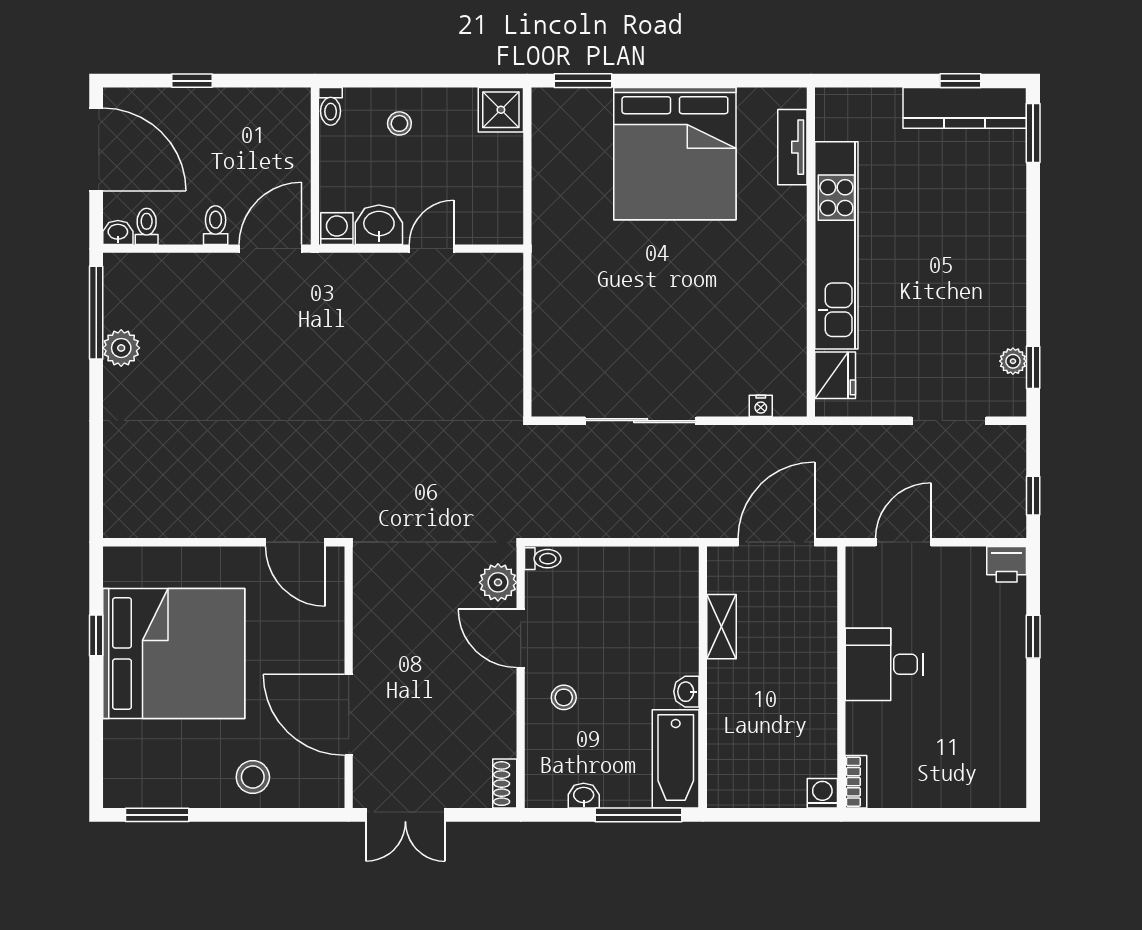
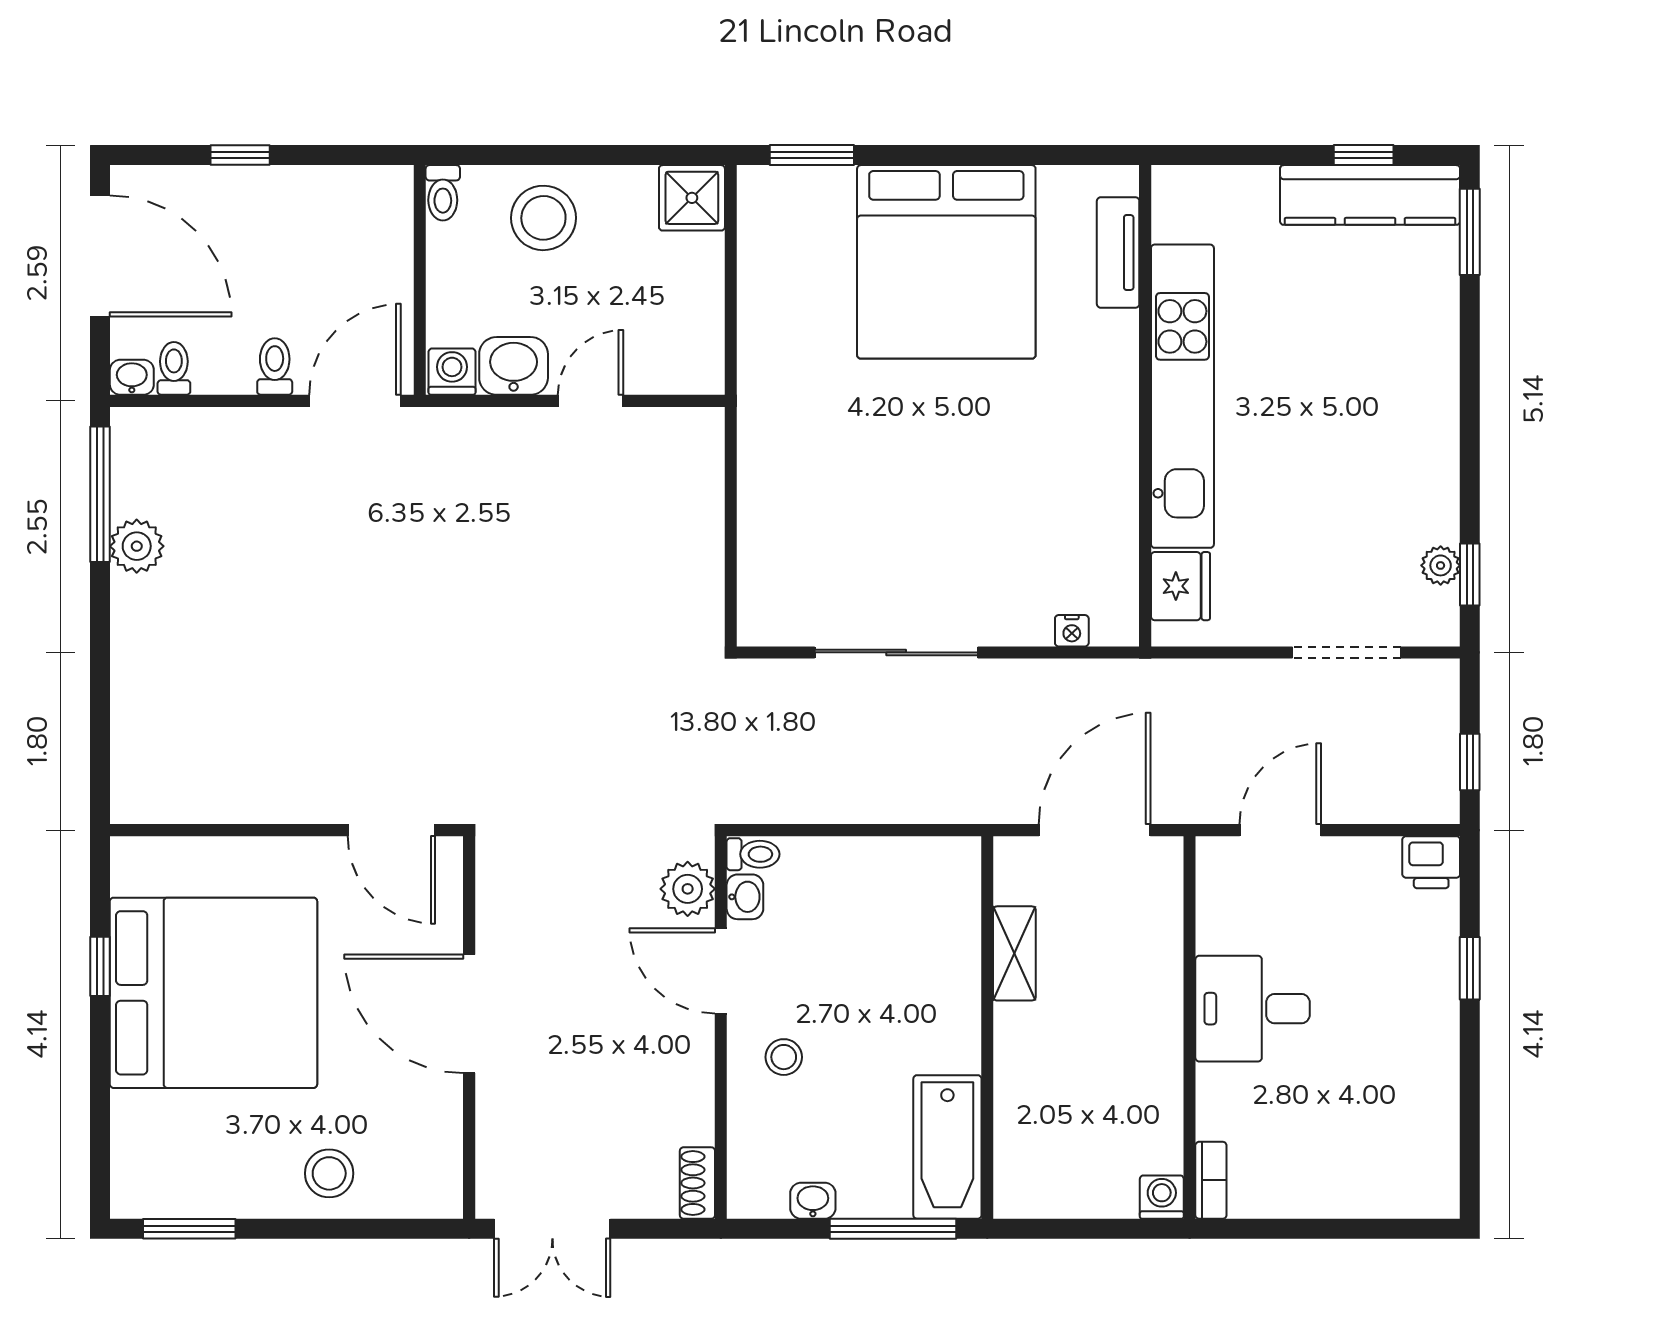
stool: (399, 123) -> (543, 218), width x1.89, depth x1.89
washbasin: (686, 692) -> (745, 897), moved, turned 180
door: (349, 715) -> (469, 1014), moved

